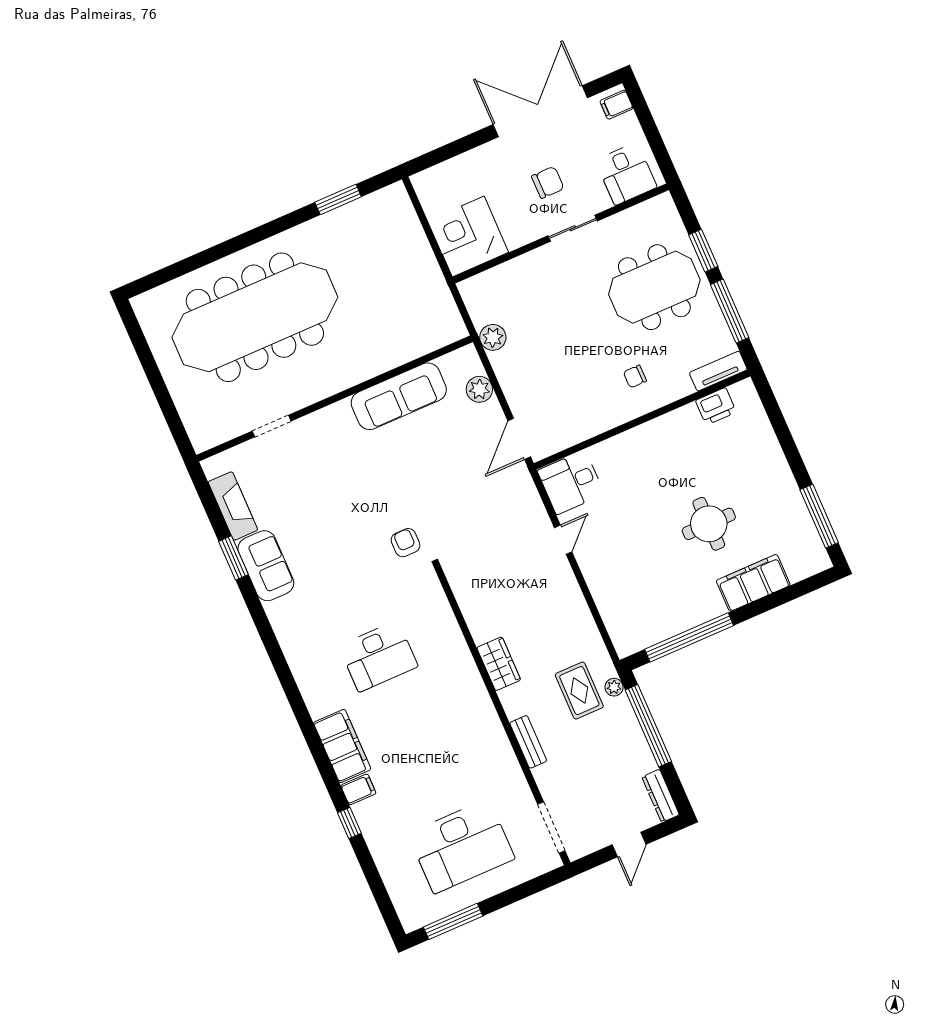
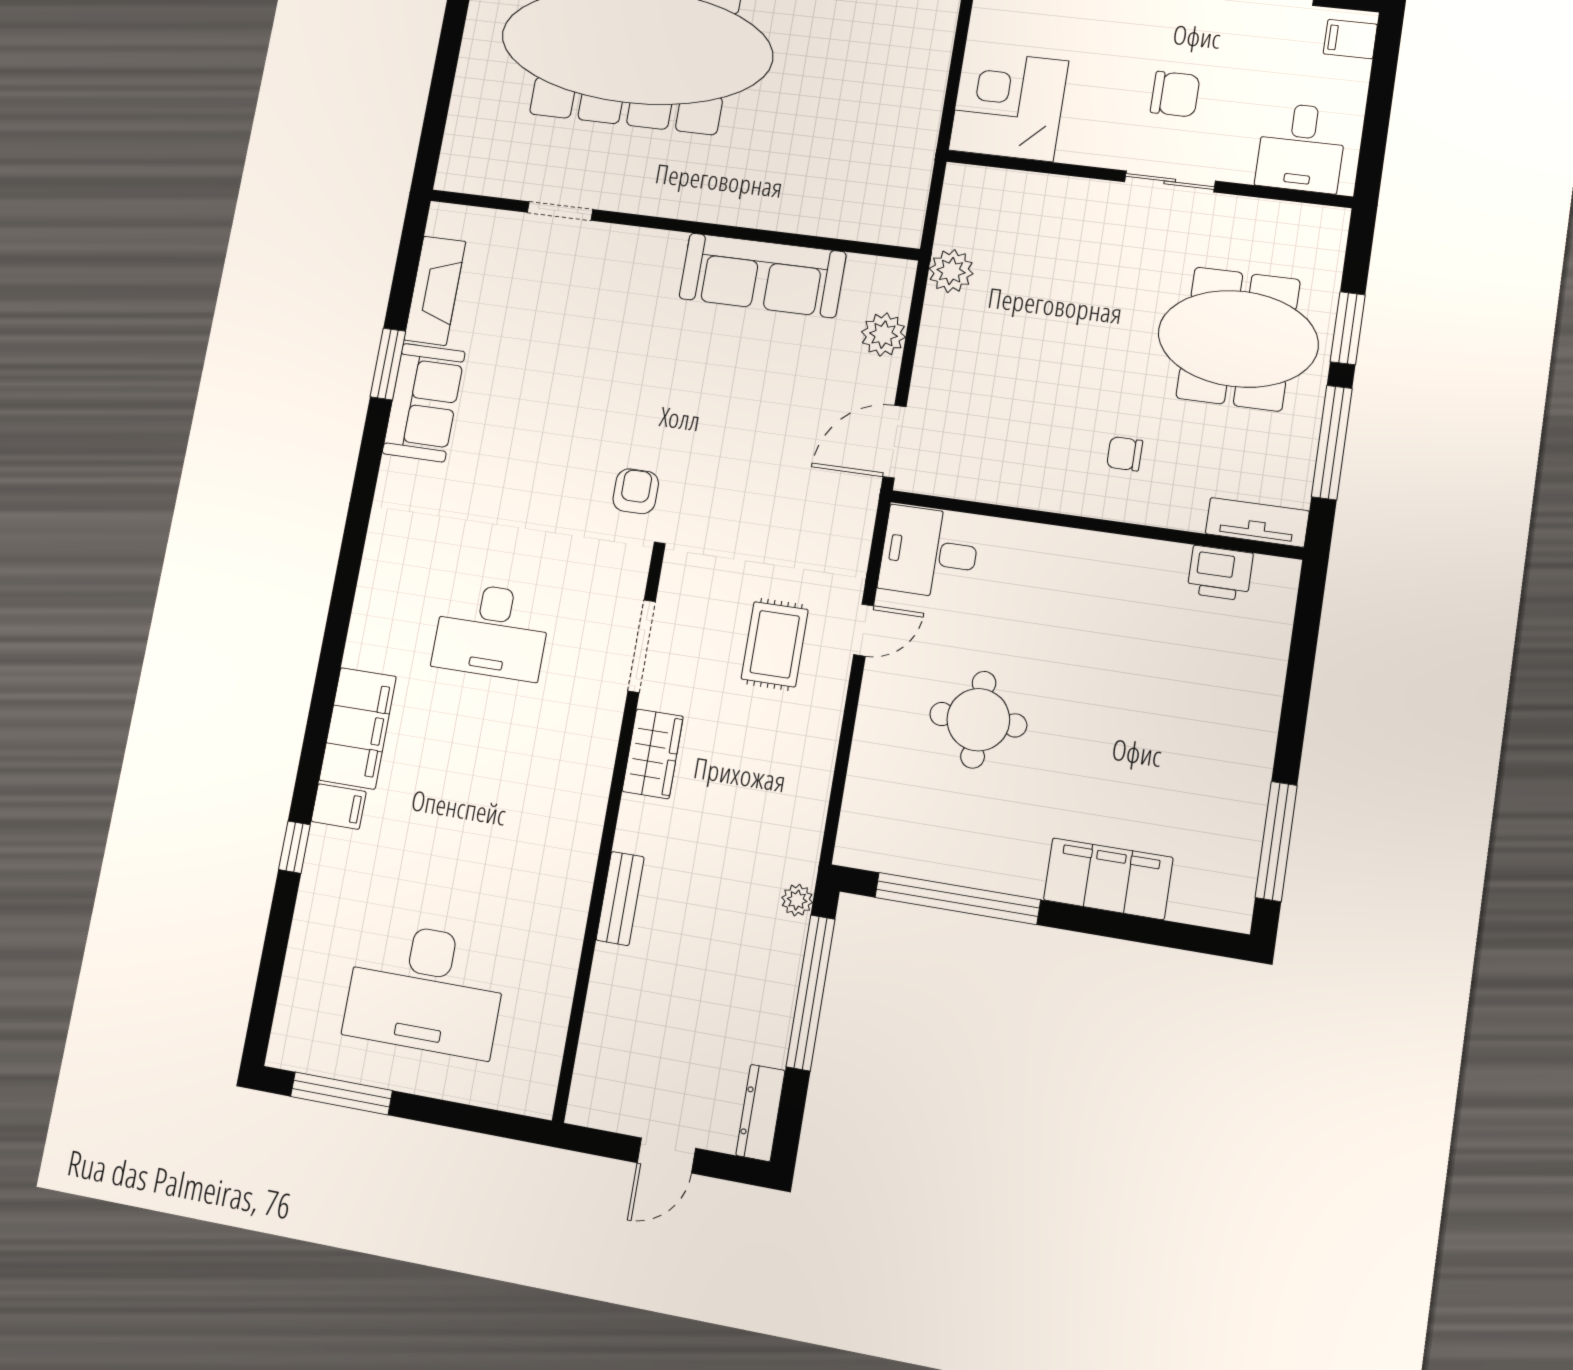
round table: (709, 524) -> (978, 720), moved
rug: (579, 691) -> (775, 644), moved
doorway: (551, 827) -> (642, 646), moved

